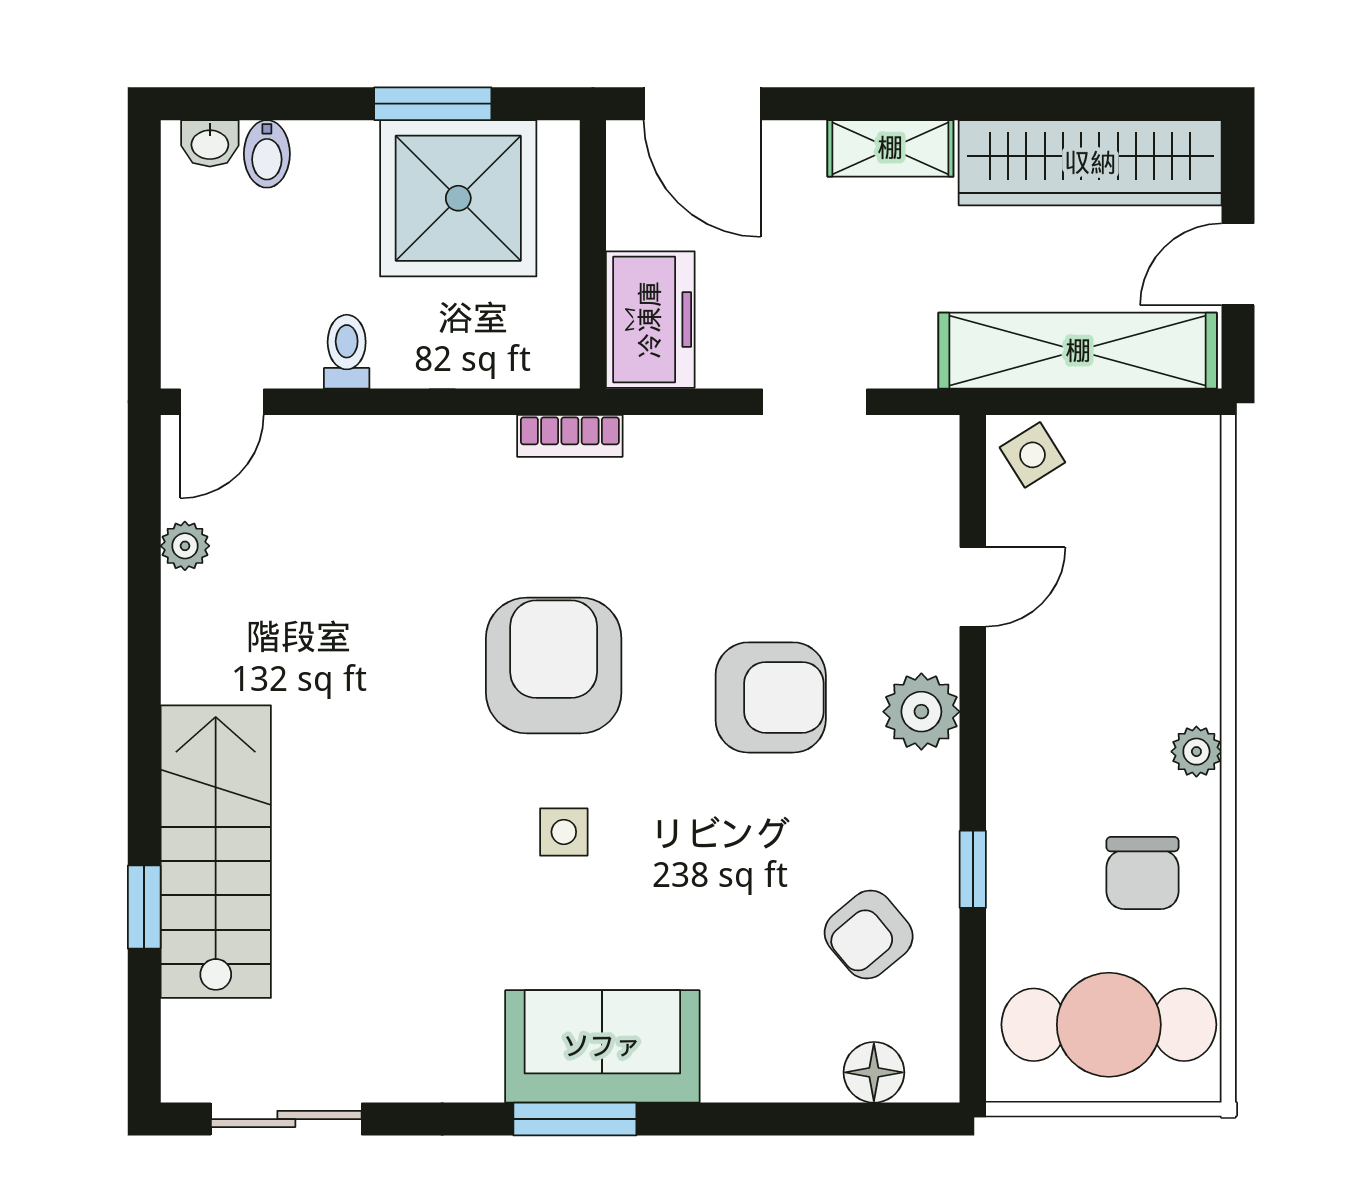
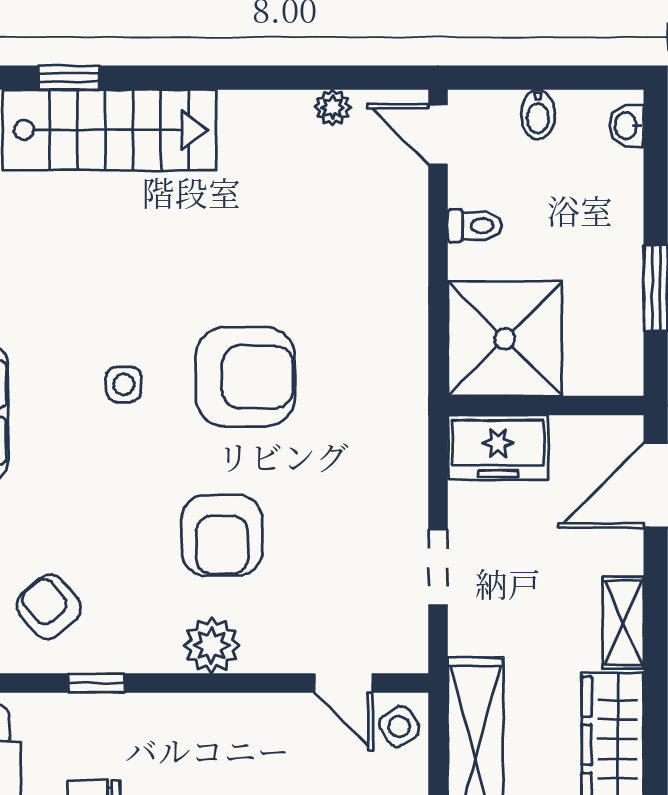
bidet: (267, 154) -> (538, 114), moved, turned -90
shower: (458, 198) -> (505, 339), moved
bookcase: (570, 436) -> (413, 389), removed
door: (973, 587) -> (343, 683), moved

